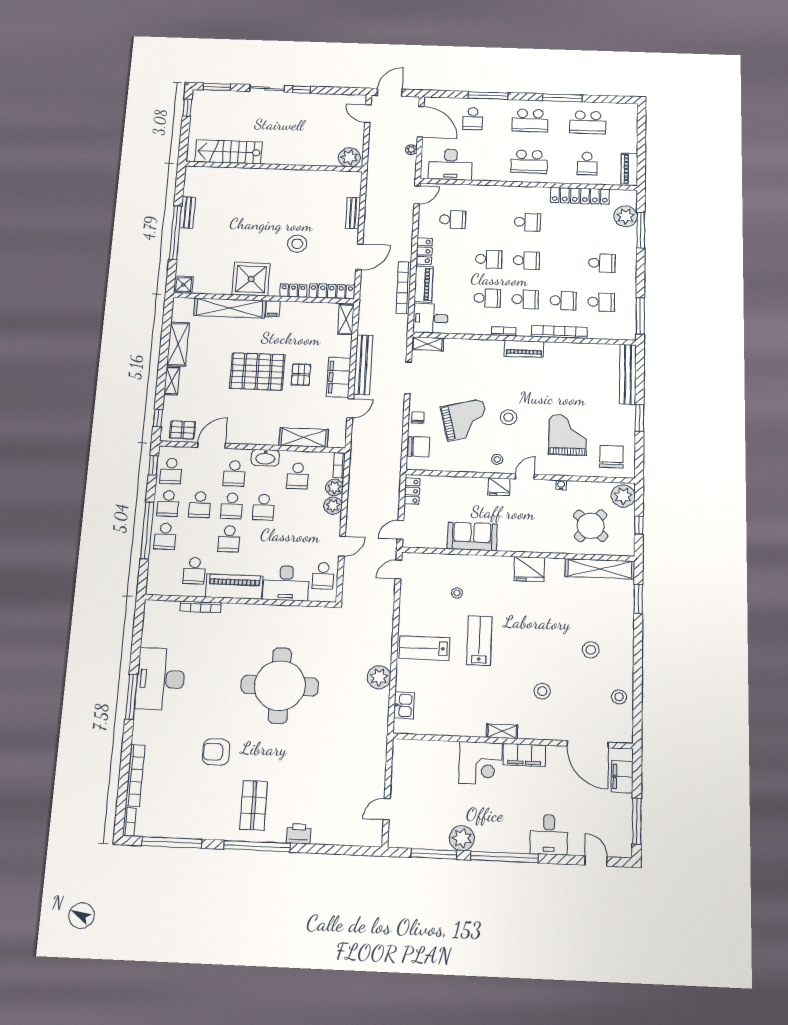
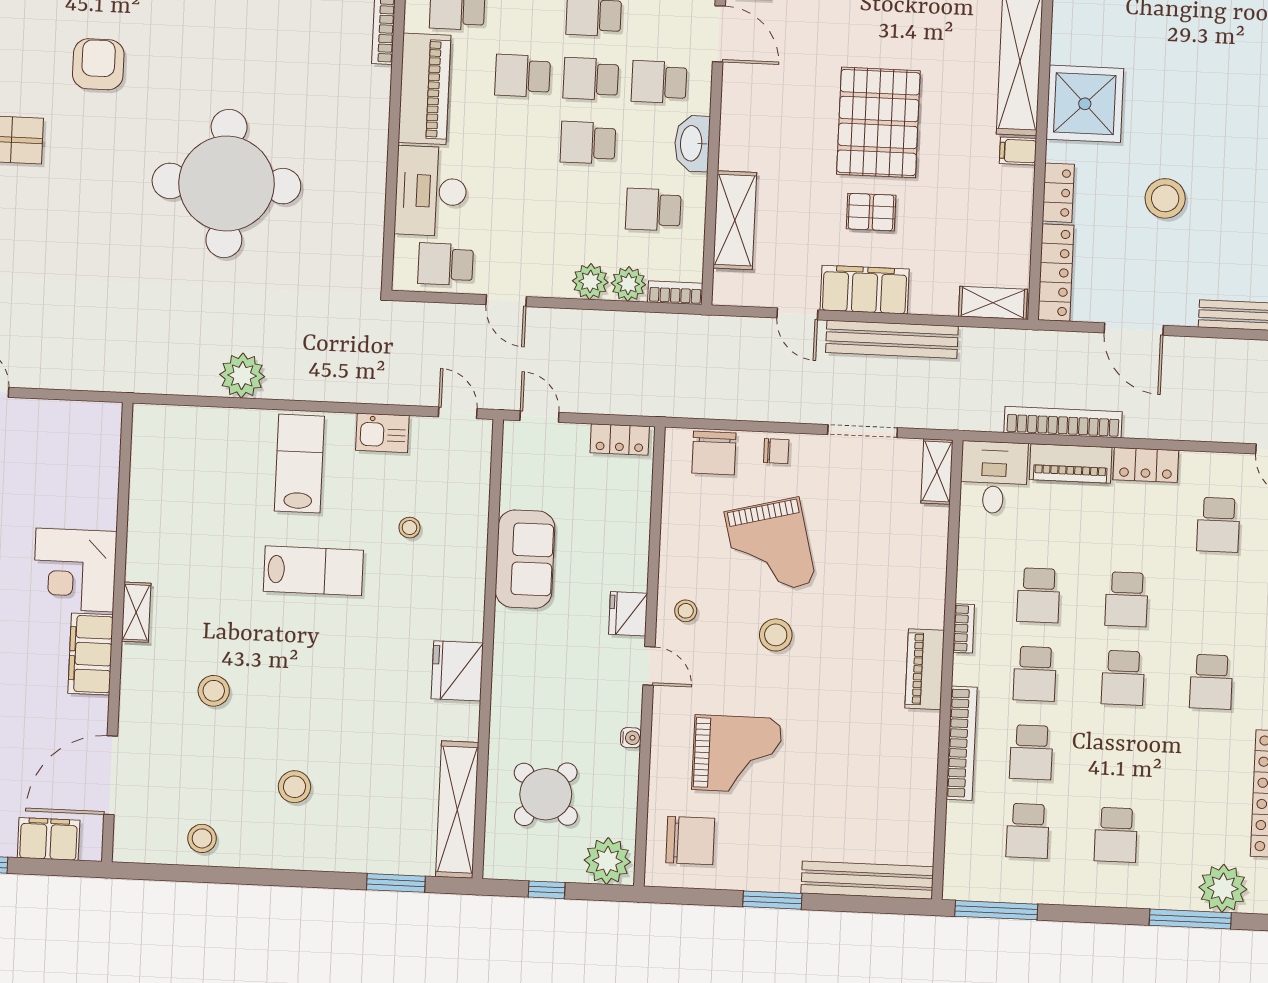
kitchen sink: (404, 705) -> (382, 433), moved

